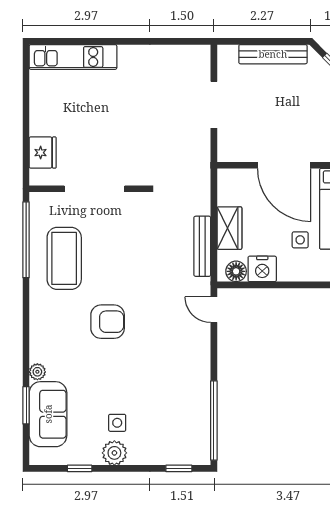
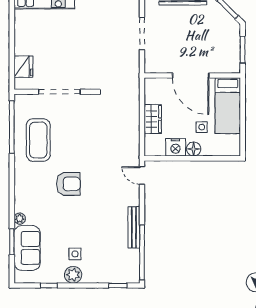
bench: (202, 246) -> (134, 227), moved
floor lamp: (236, 271) -> (194, 149), moved

